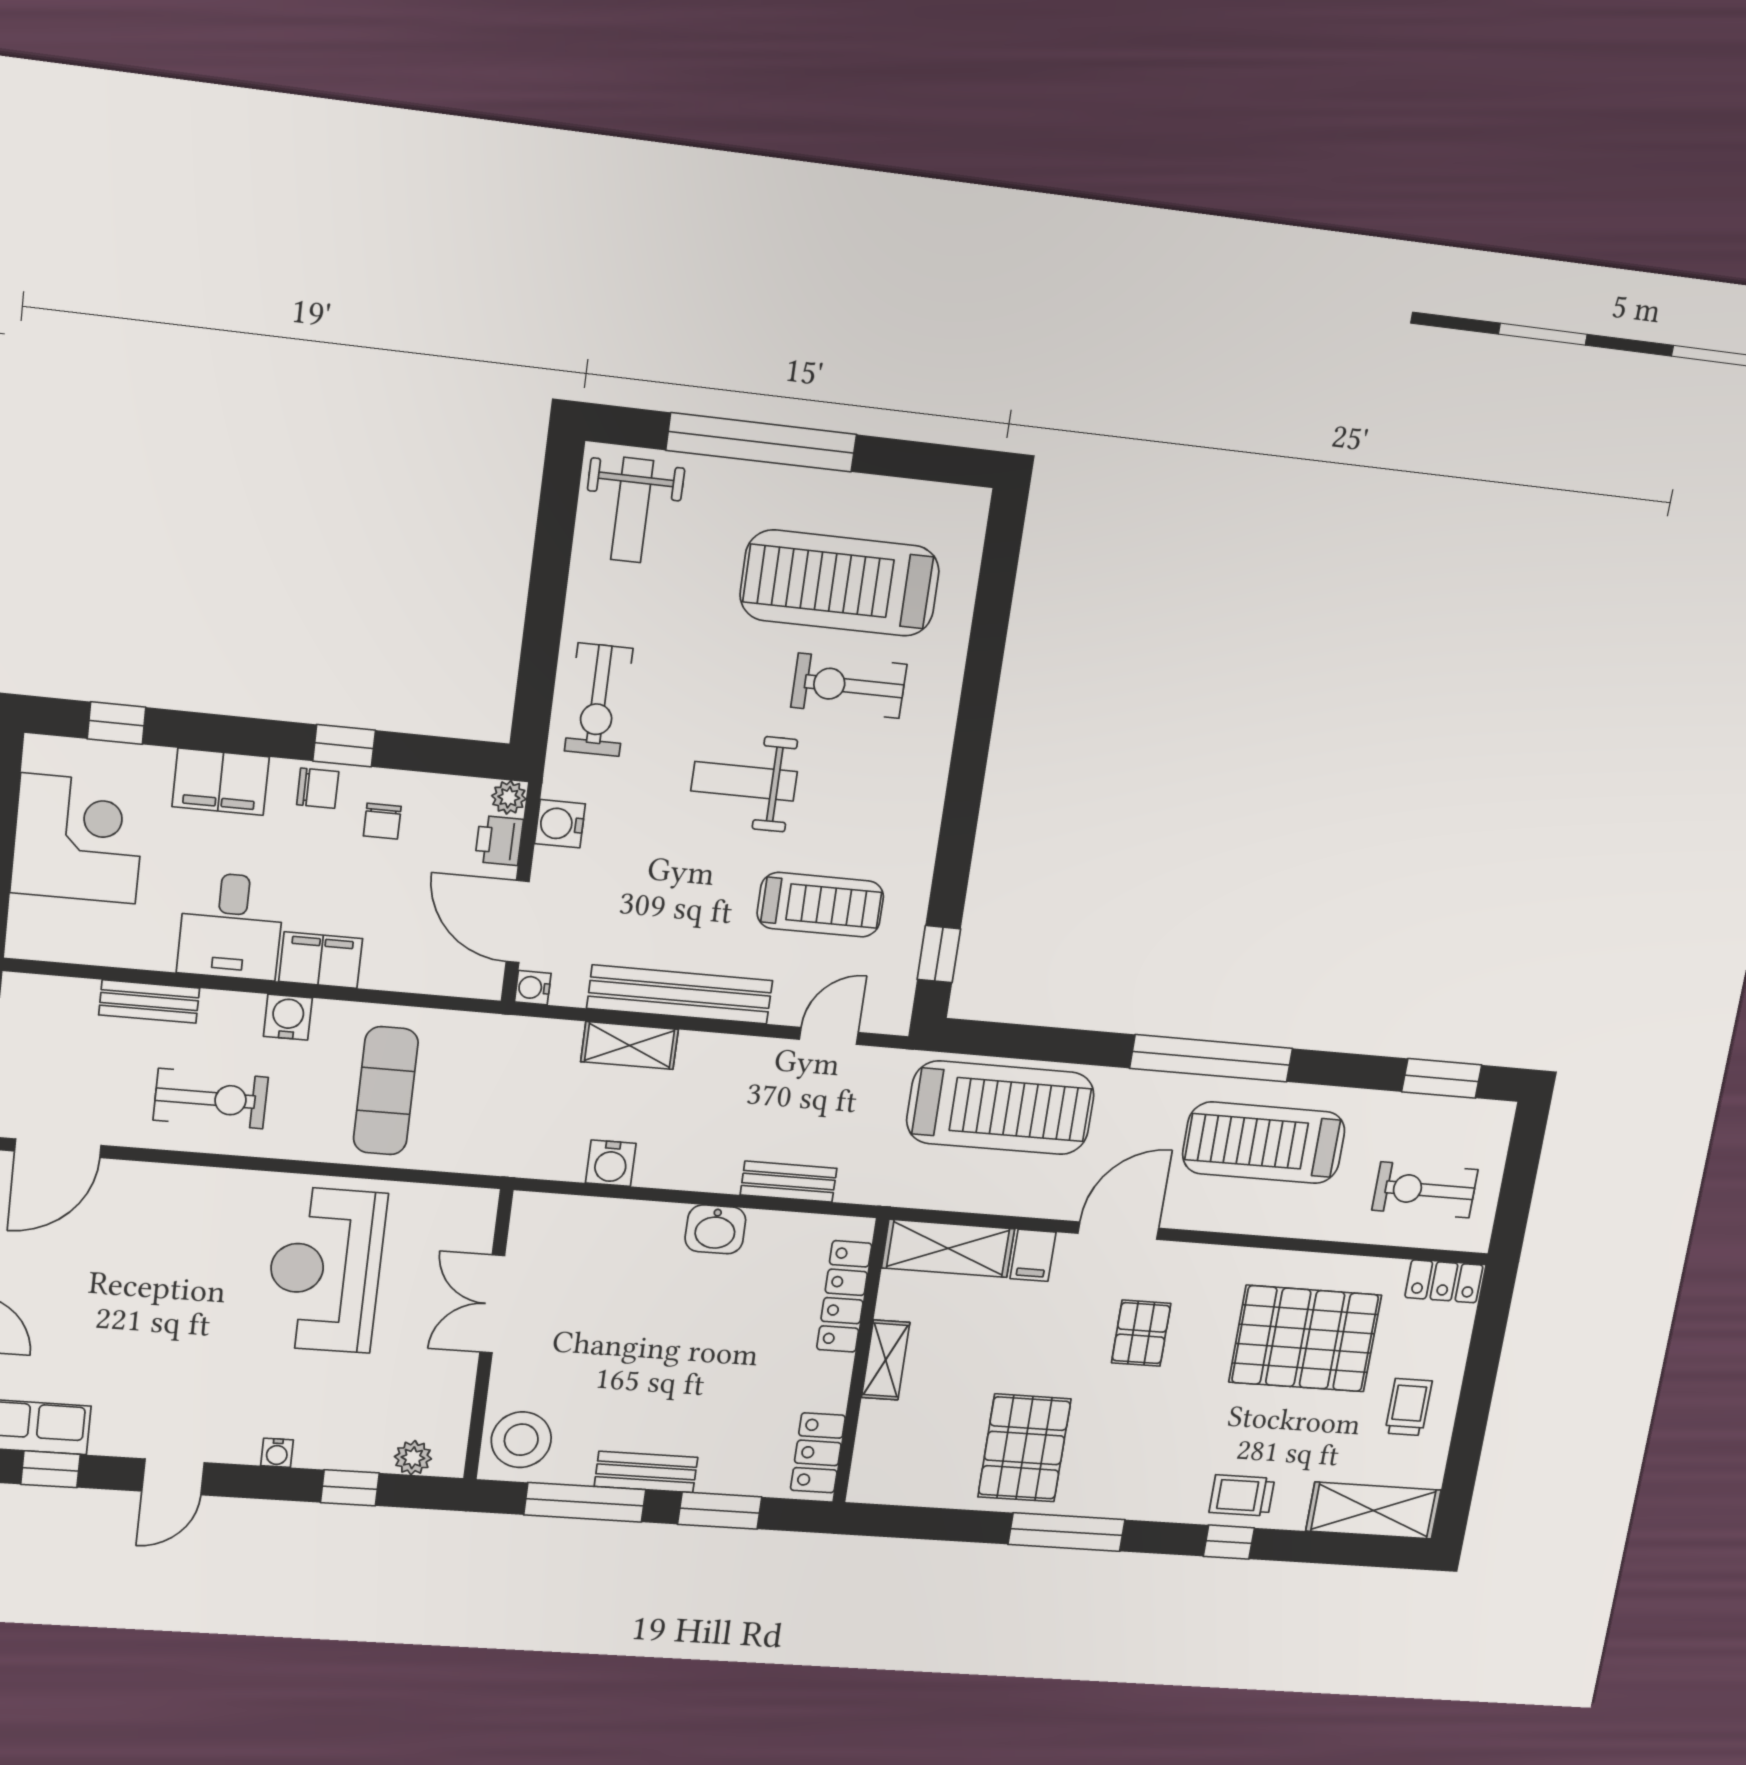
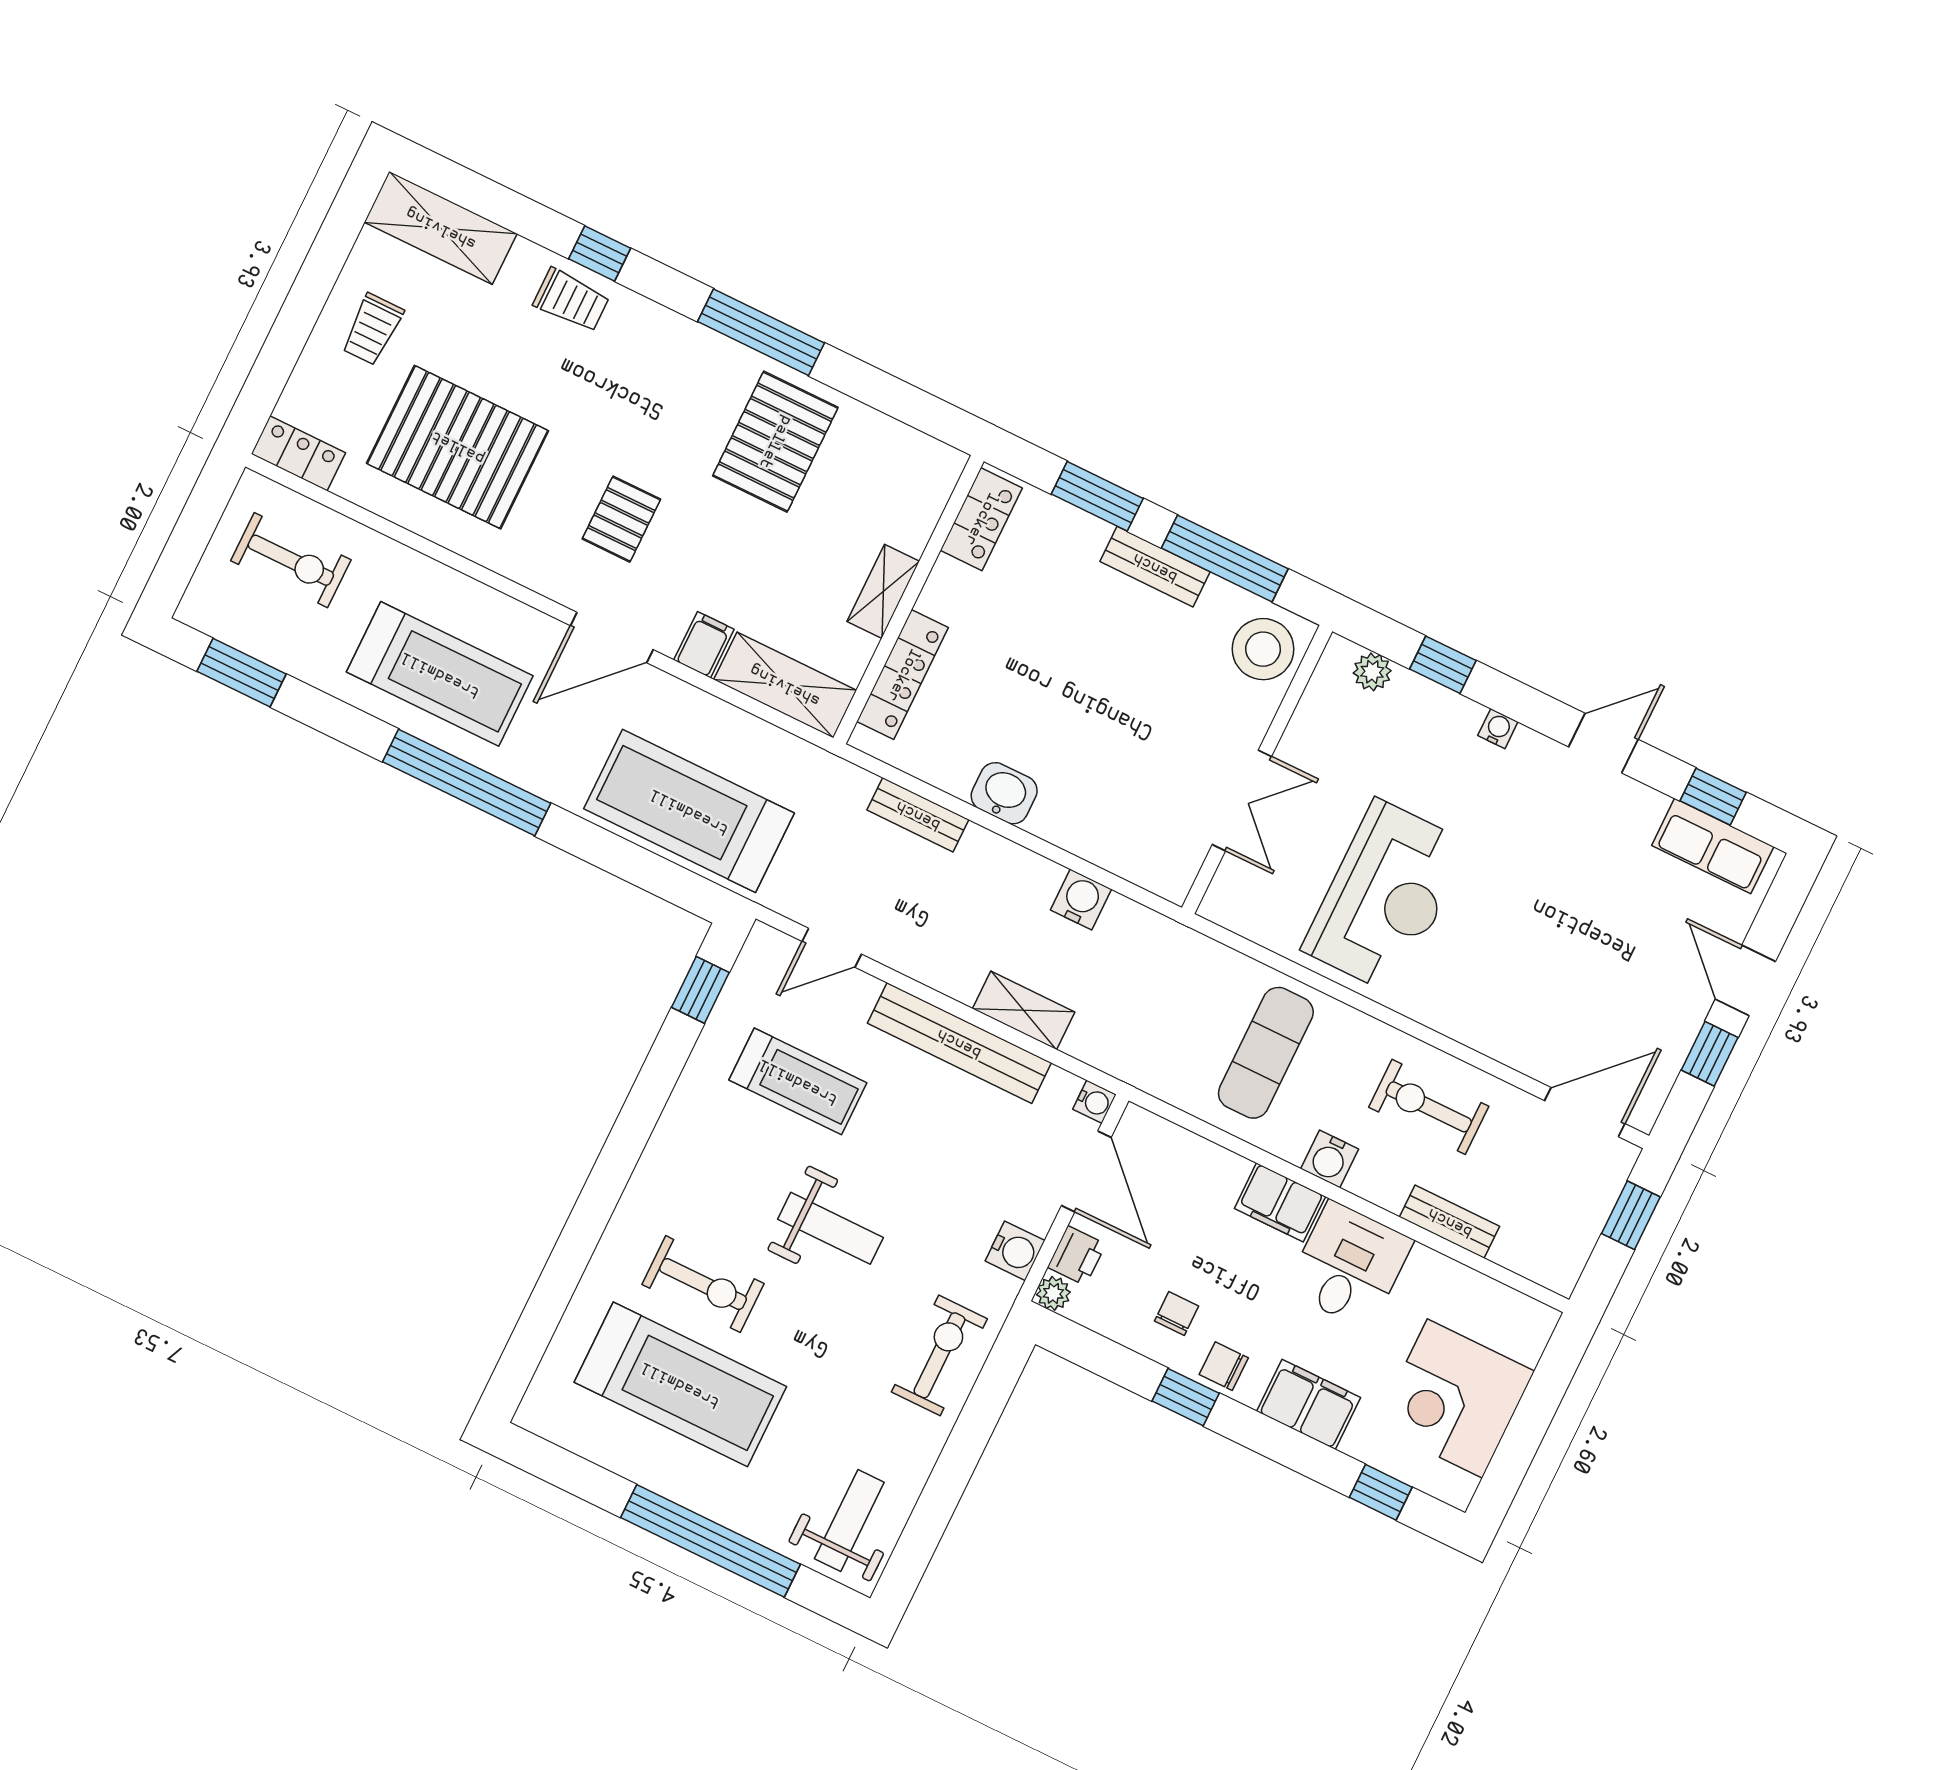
treadmill: (820, 905) -> (798, 1081), turned 180

